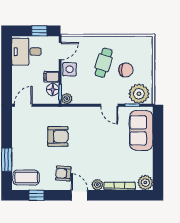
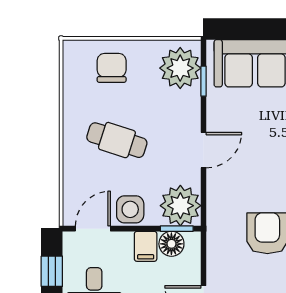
door: (60, 51) -> (93, 229), hinge flipped
chair: (126, 70) -> (112, 68), moved
plant: (67, 99) -> (180, 206), width x1.87, depth x1.87
door: (109, 105) -> (204, 150), moved

